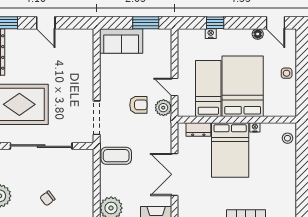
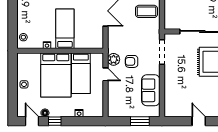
window: (146, 23) -> (140, 121), moved
window: (215, 23) -> (55, 121), moved
sofa: (121, 41) -> (151, 90), moved, turned -90
dresser: (198, 129) -> (88, 44), removed
bed: (230, 150) -> (65, 29), width x0.67
coffee table: (116, 156) -> (146, 11), moved

